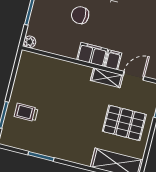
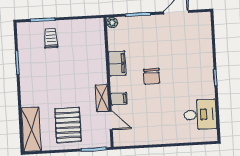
chair: (80, 15) -> (152, 76), moved, turned 180
filing cabinet: (92, 54) -> (117, 63), moved

